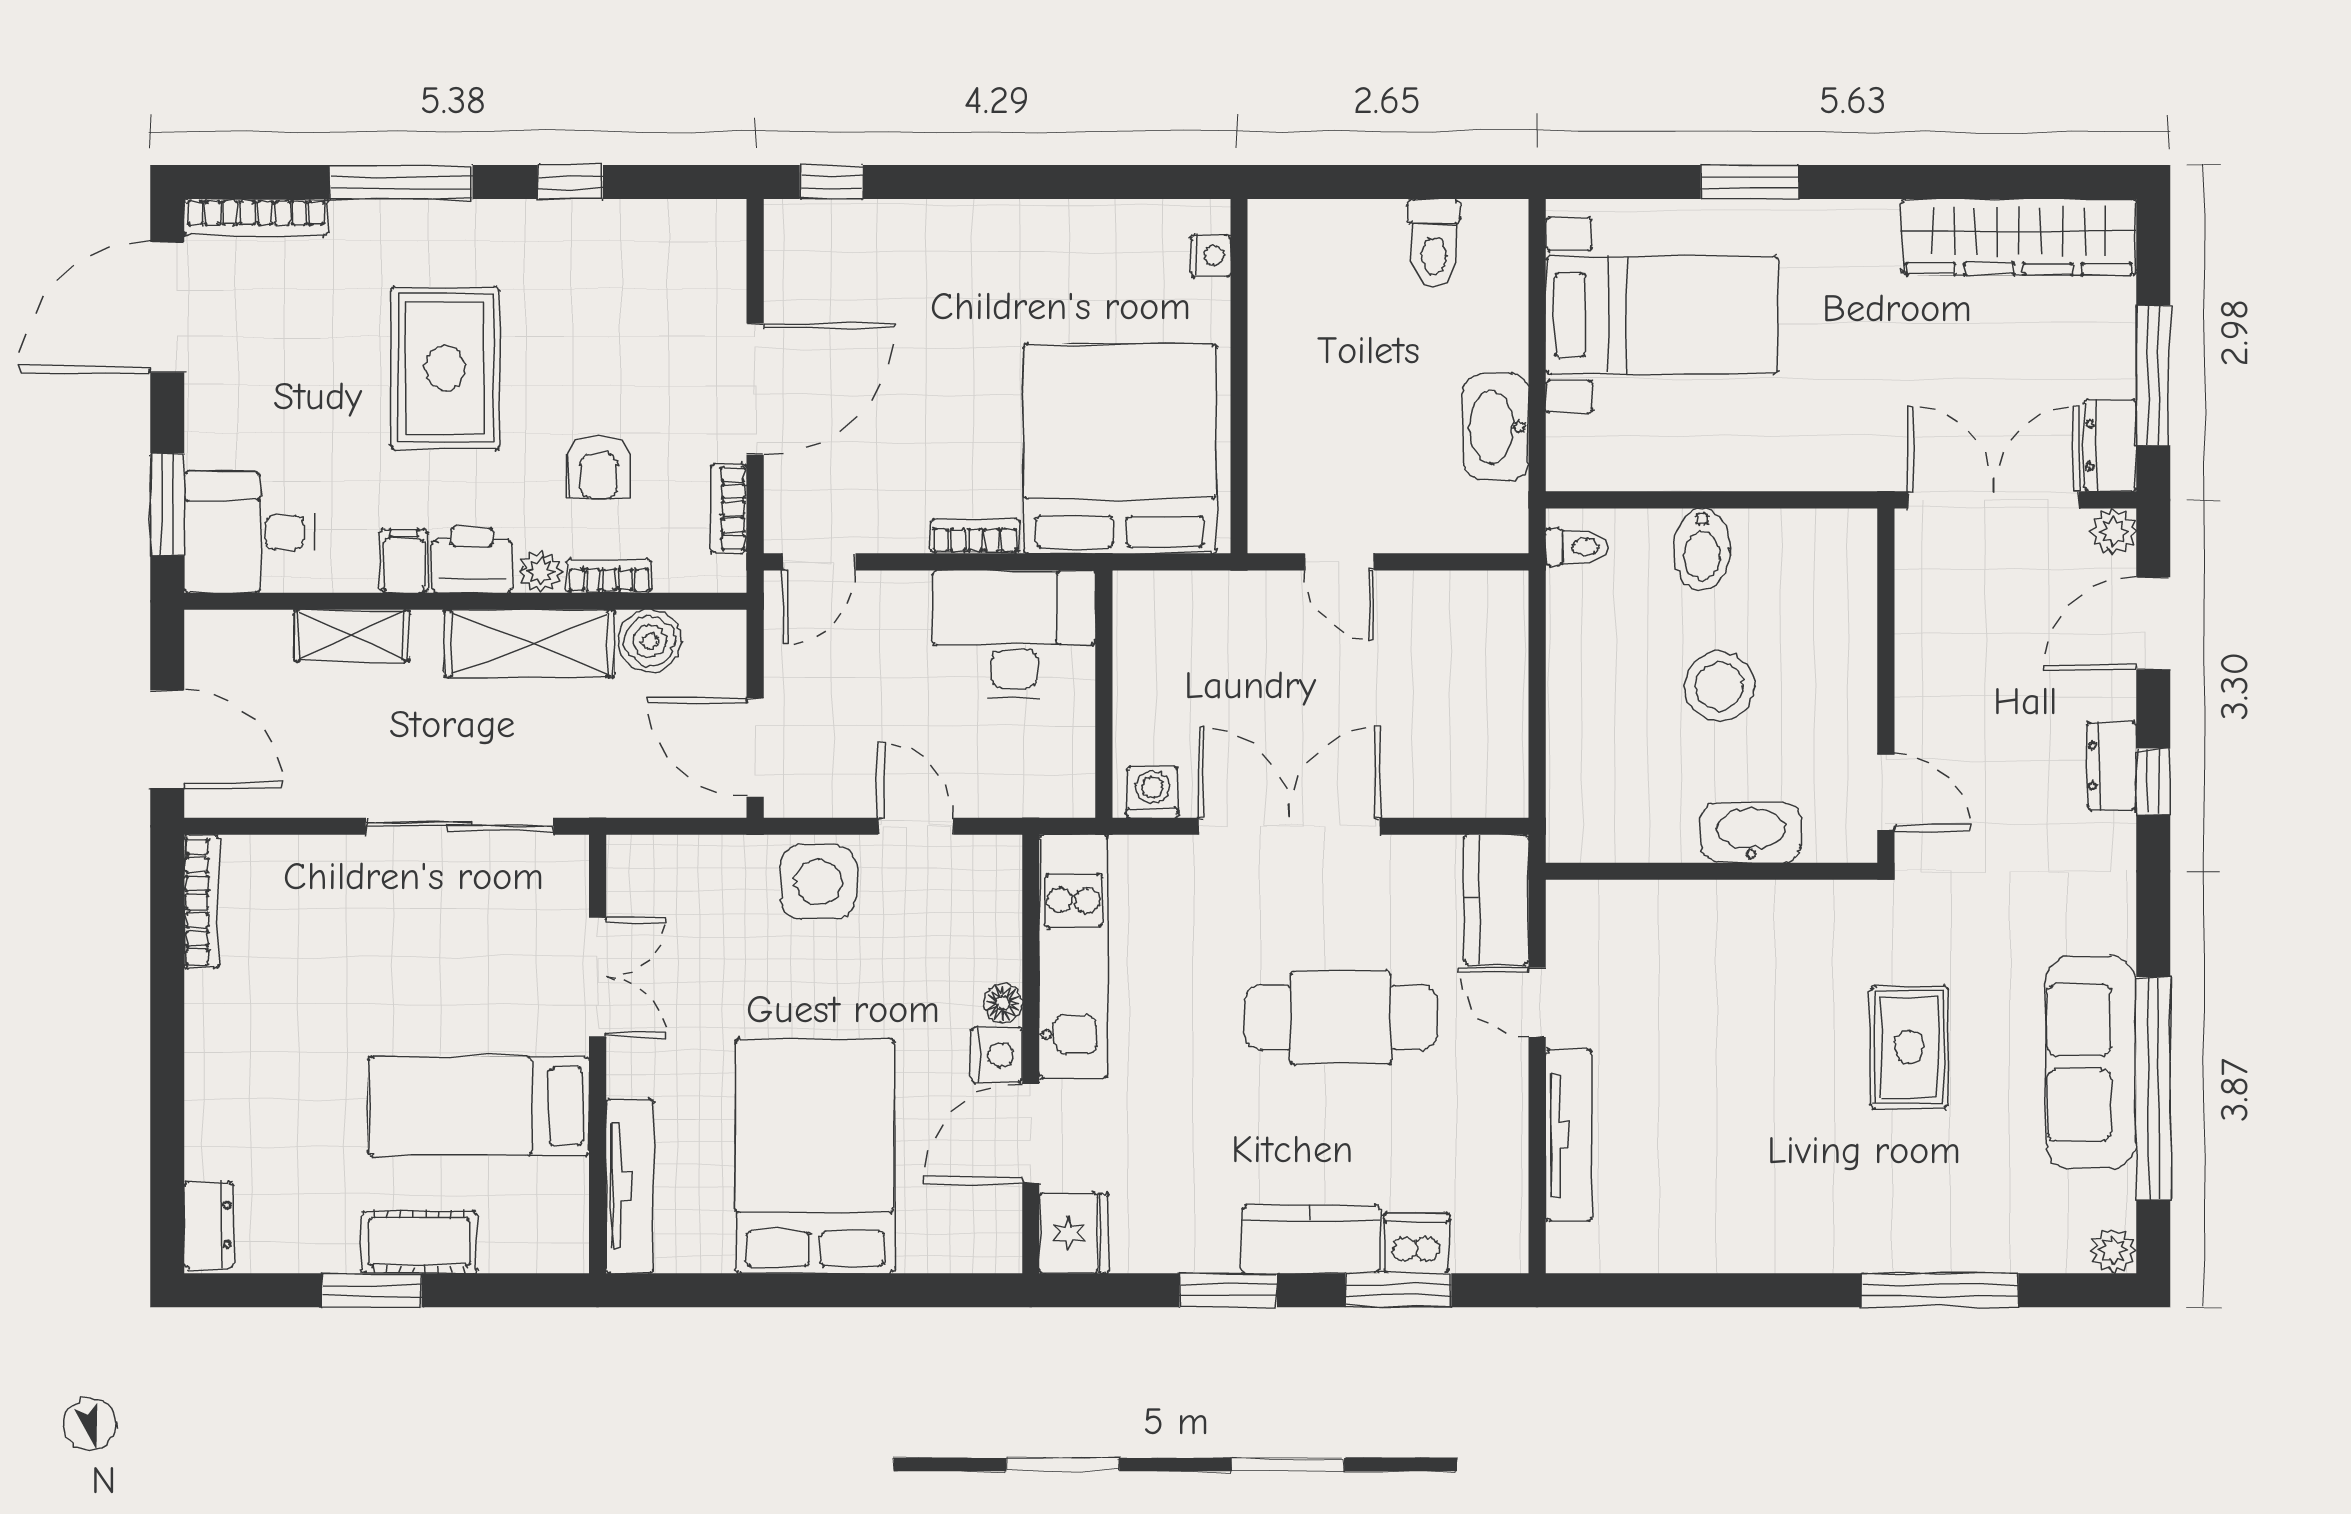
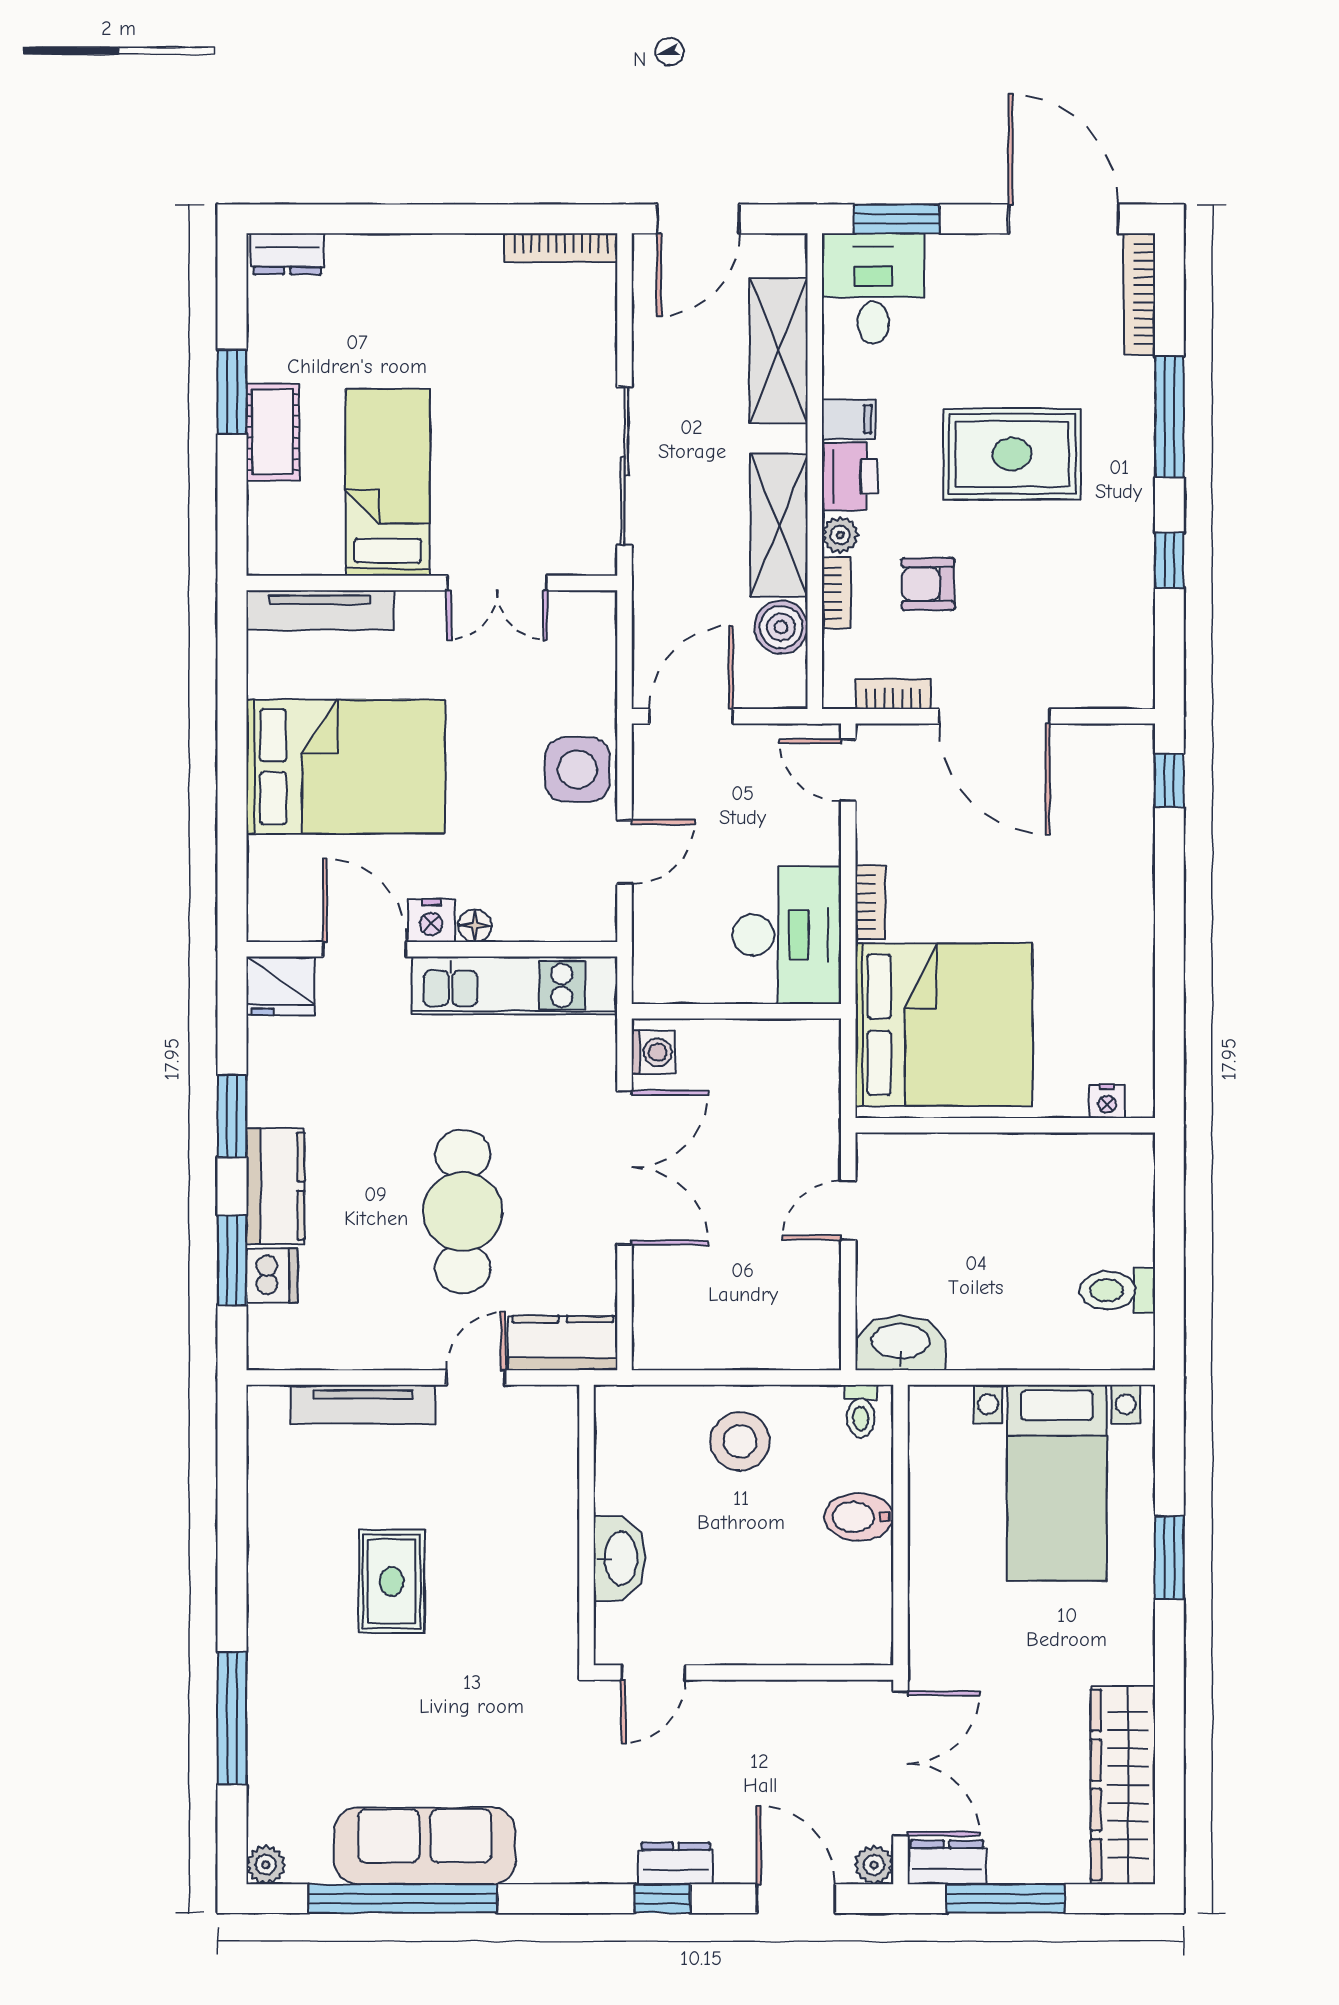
washbasin: (1496, 427) -> (901, 1343), moved
shelving: (352, 635) -> (779, 351), width x1.50, depth x1.33
stool: (1719, 686) -> (740, 1441), moved
rug: (1909, 1047) -> (392, 1581), moved, turned 90

